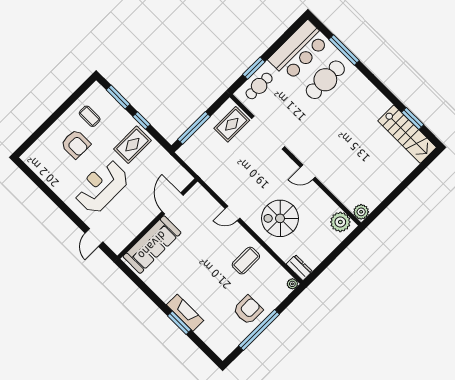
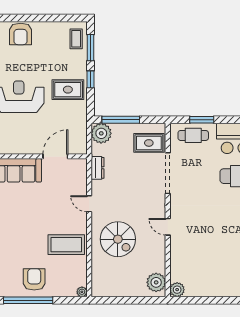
coffee table: (90, 116) -> (76, 39), moved
armchair: (76, 144) -> (21, 34), moved
plant: (189, 152) -> (101, 133), added
spiral stairs: (280, 218) -> (118, 239), turned 180
coffee table: (246, 261) -> (66, 245), width x1.36, depth x1.32
dresser: (299, 268) -> (98, 168), moved
armchair: (248, 310) -> (34, 279), turned -90

